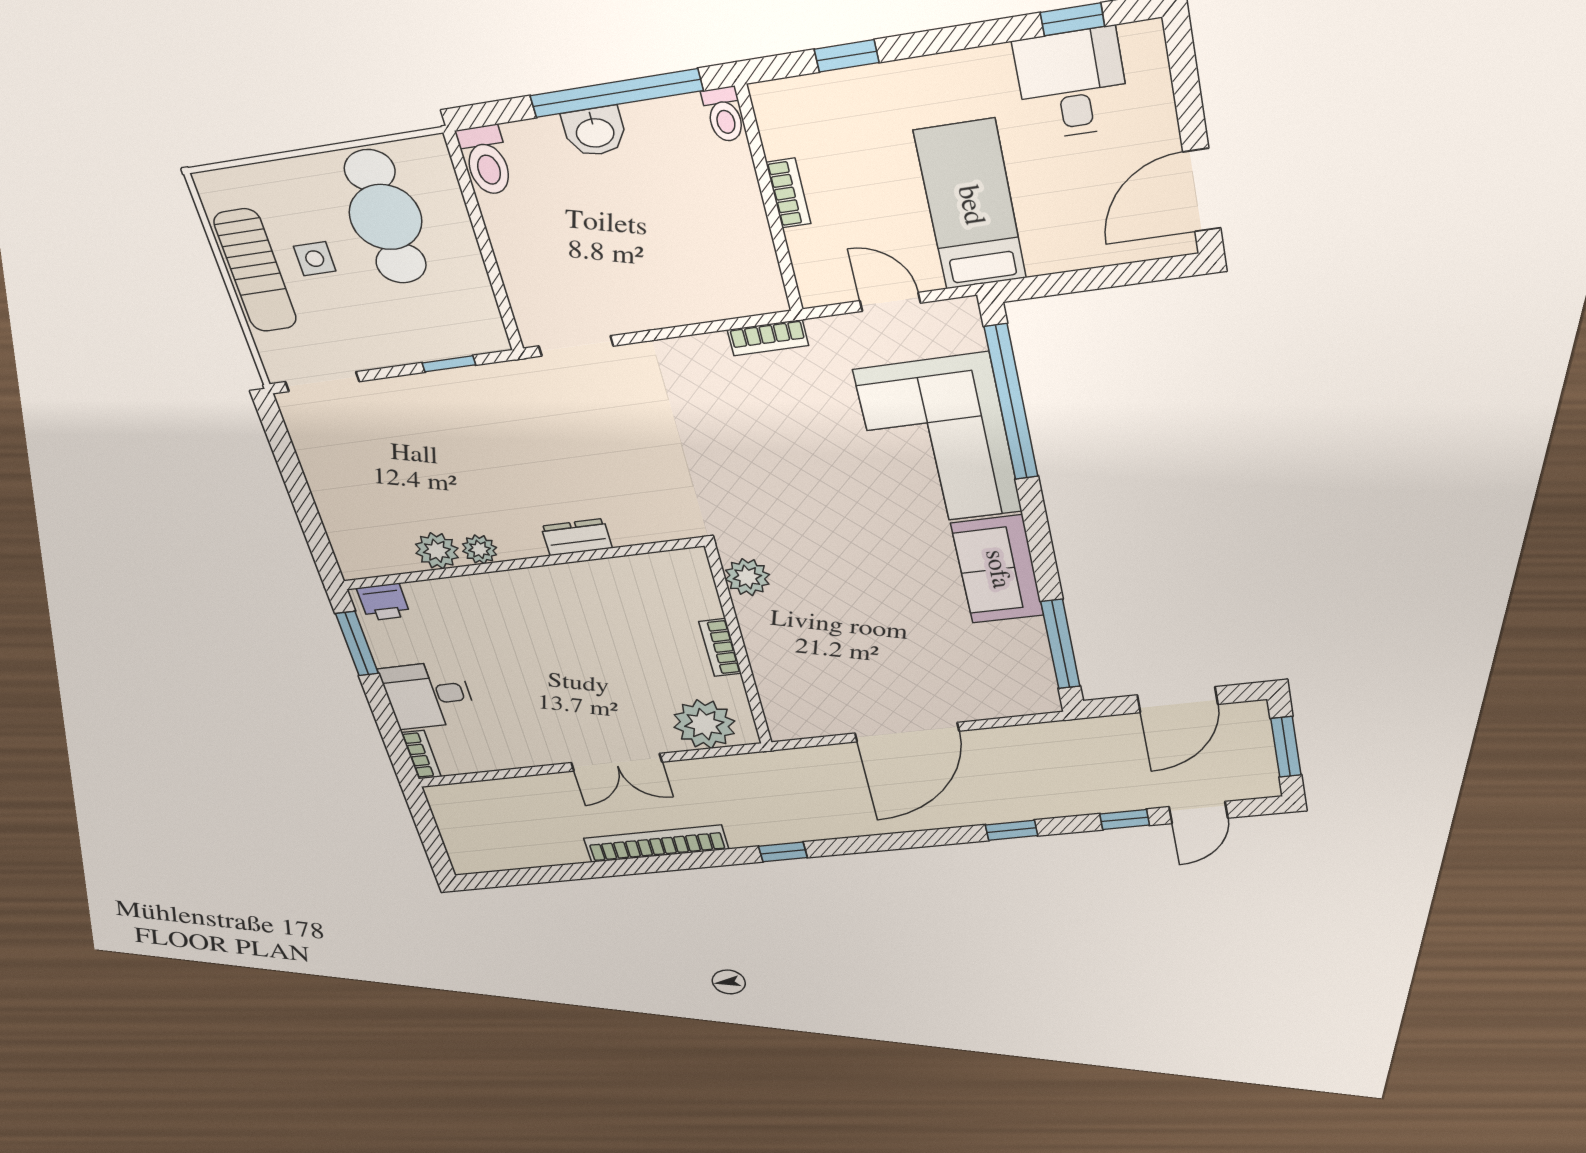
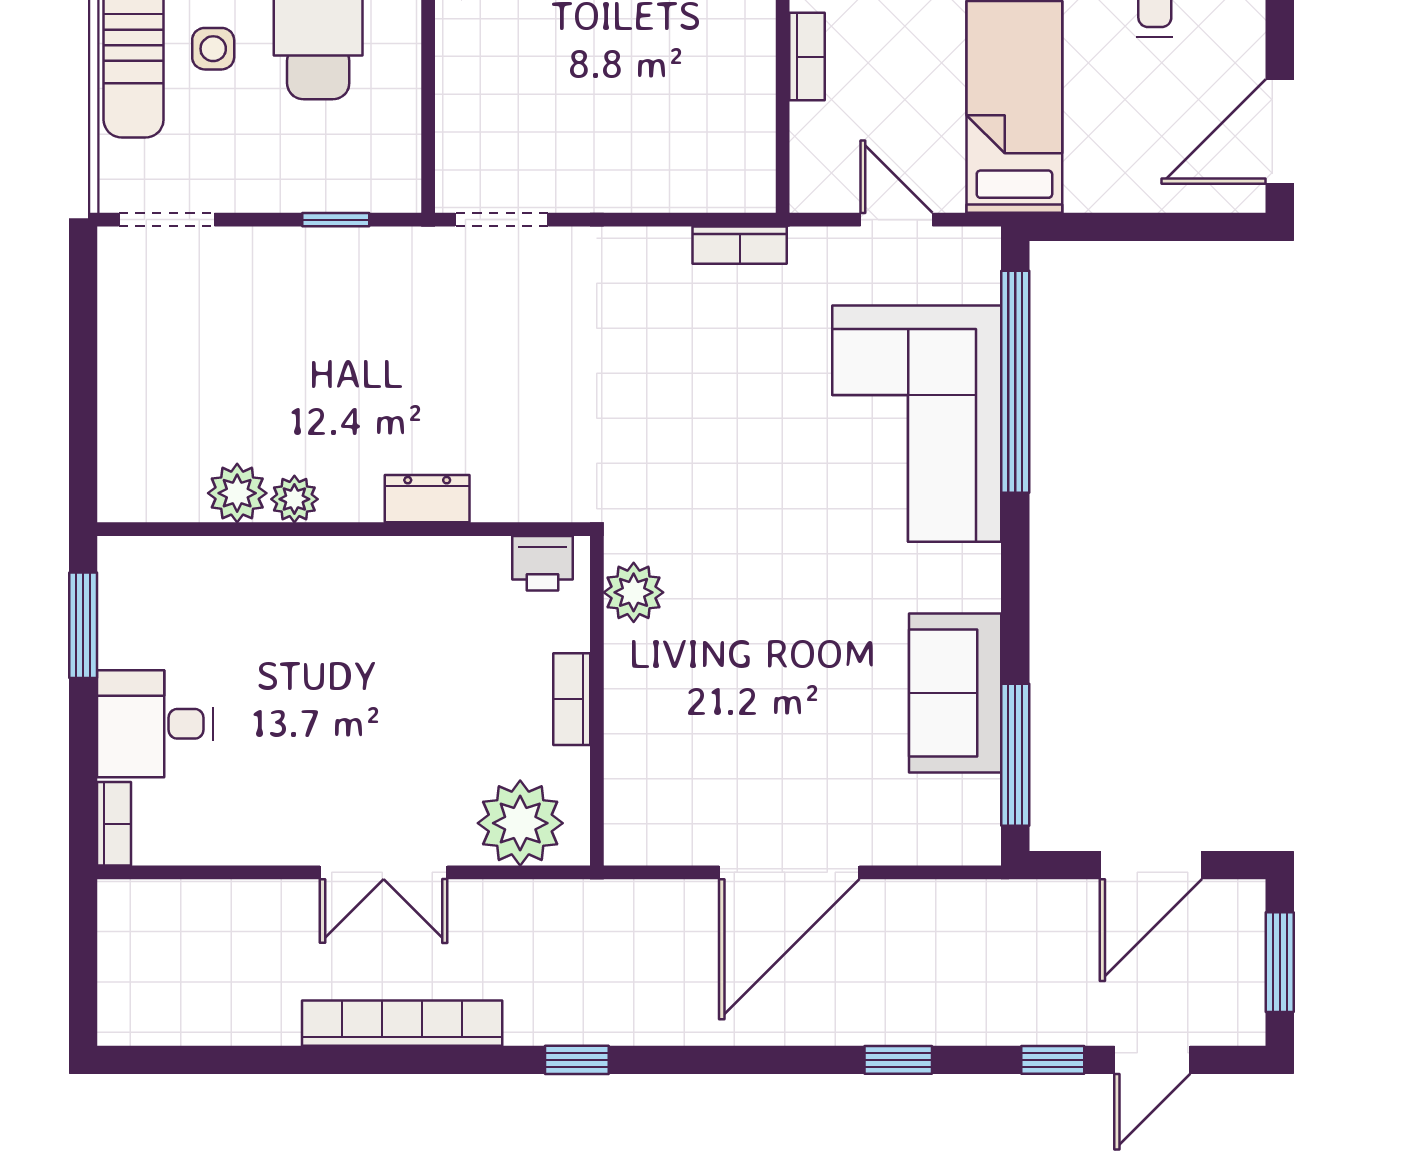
sofa: (997, 569) -> (955, 693), moved
printer: (384, 602) -> (543, 563), moved

